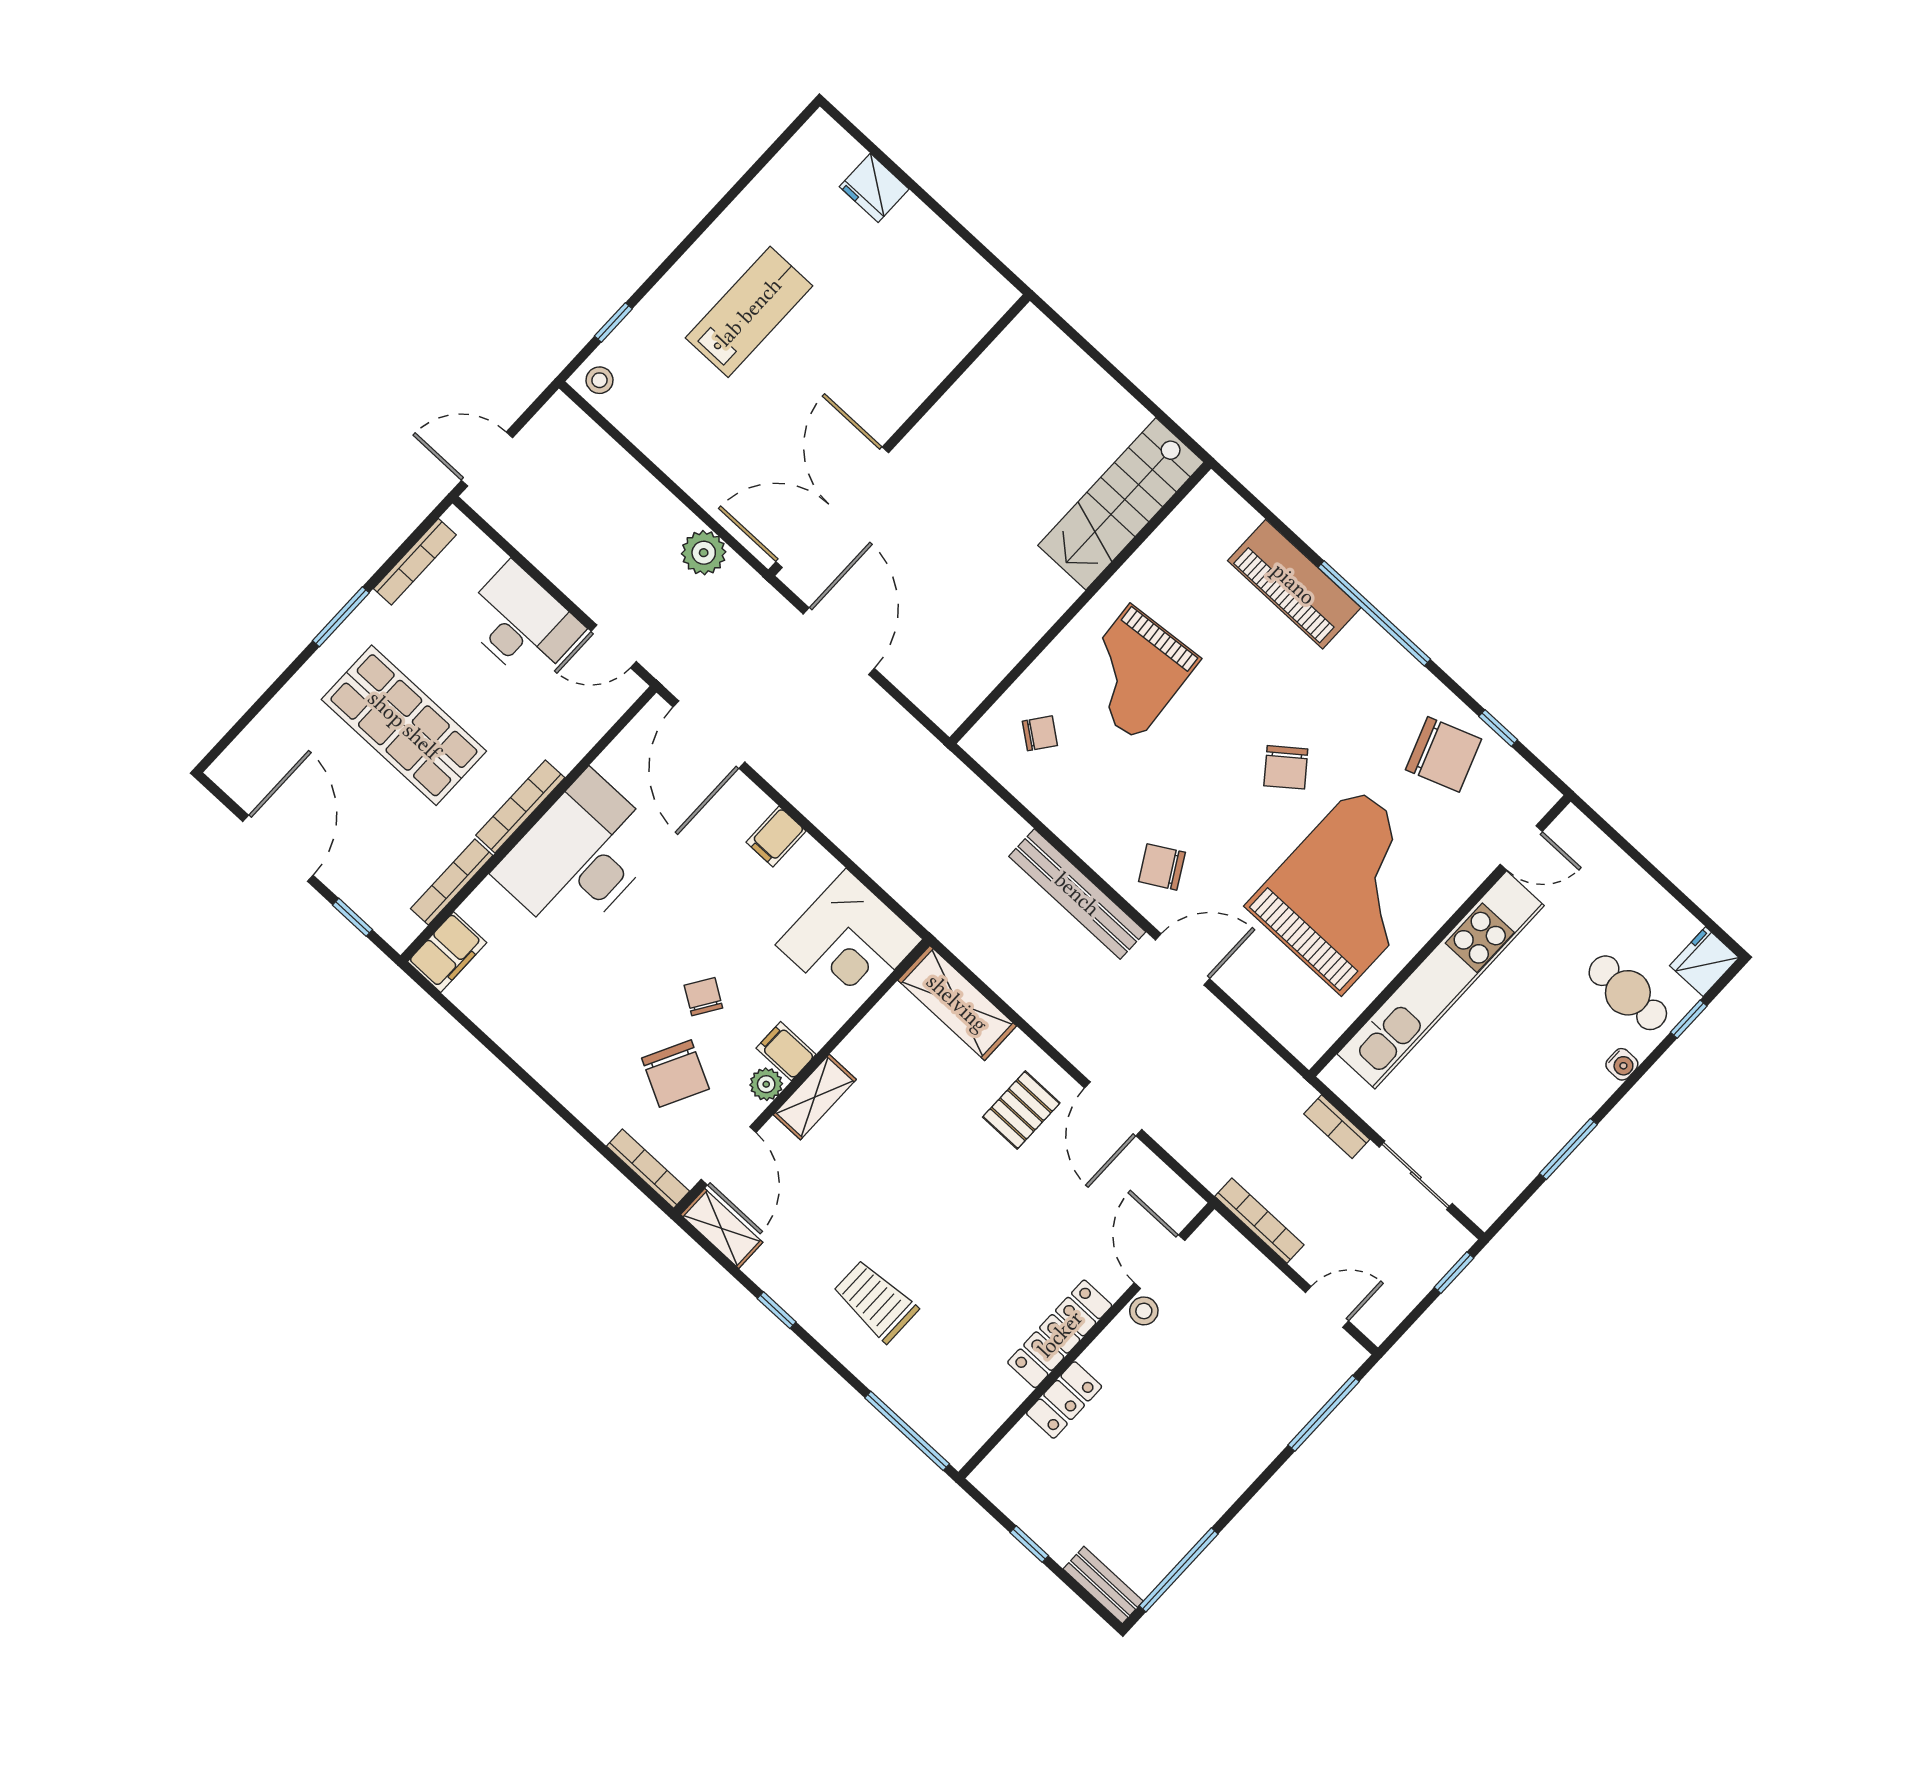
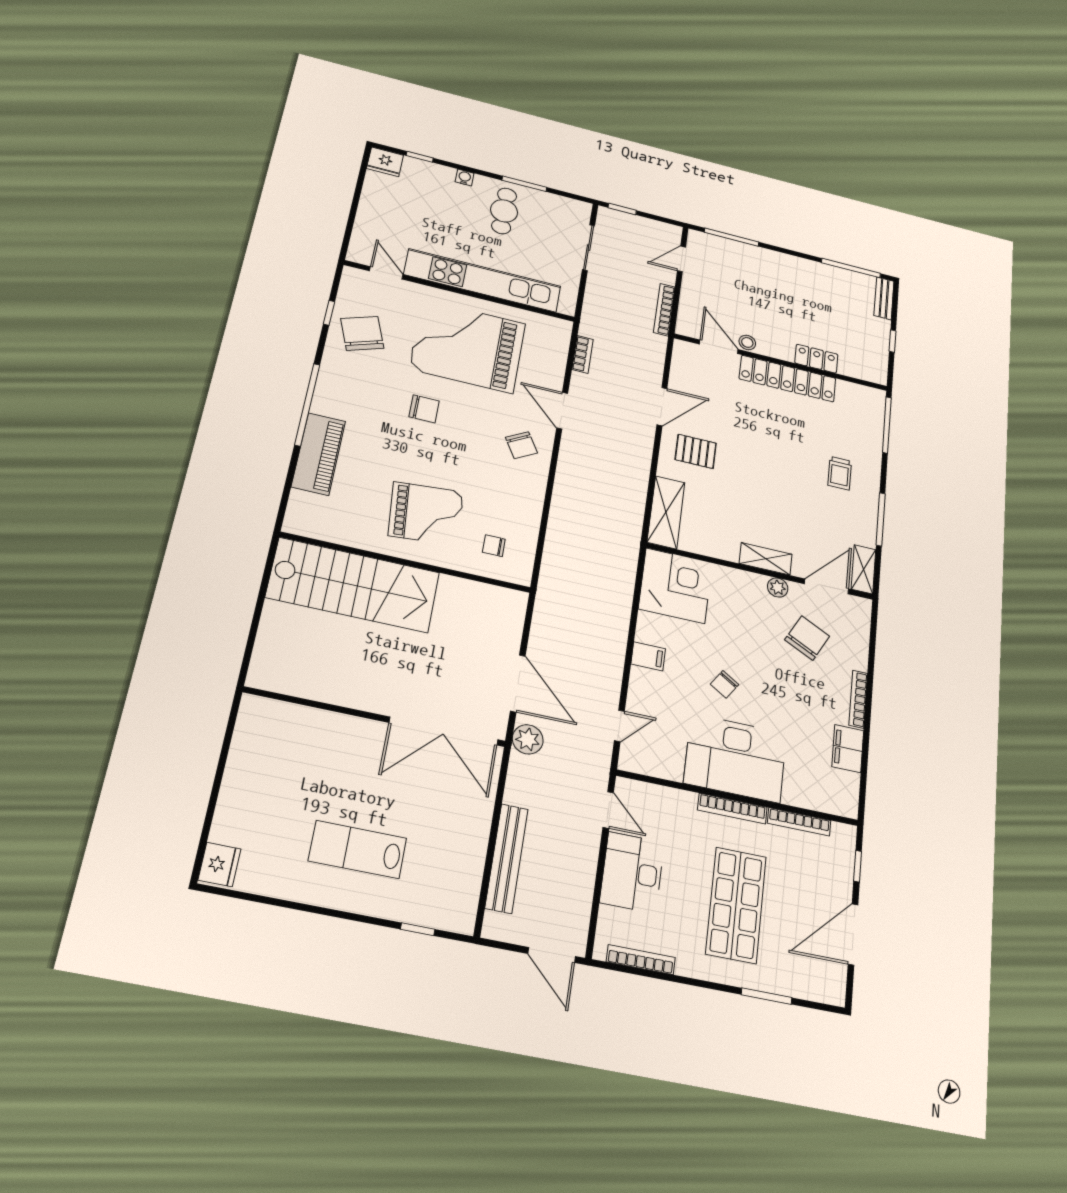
fridge: (874, 188) -> (219, 864), moved
stool: (599, 380) -> (459, 916), removed
stairs: (1121, 504) -> (353, 585), width x1.36, depth x1.51
plant: (704, 553) -> (528, 739), moved
window: (341, 617) -> (767, 996), moved
door: (839, 641) -> (518, 683), swing flipped
chair: (1040, 733) -> (494, 546), turned -37
door: (709, 735) -> (619, 726), width x0.53
chair: (1286, 767) -> (424, 409), turned 38
bench: (1077, 894) -> (507, 858), moved
filing cabinet: (447, 952) -> (848, 749), moved, turned -90
cafe table: (1628, 993) -> (504, 211), moved
chair: (703, 997) -> (725, 684), moved
filing cabinet: (786, 1051) -> (754, 587), removed
bookcase: (1337, 1127) -> (583, 354), moved
bookcase: (648, 1169) -> (858, 699), moved
door: (1160, 1262) -> (719, 347), swing flipped
trolley: (875, 1301) -> (840, 473), width x0.73, depth x0.72
door: (1327, 1307) -> (682, 259), hinge flipped
window: (777, 1310) -> (881, 519), width x2.17
locker: (1060, 1334) -> (788, 379), width x1.41, depth x1.21

